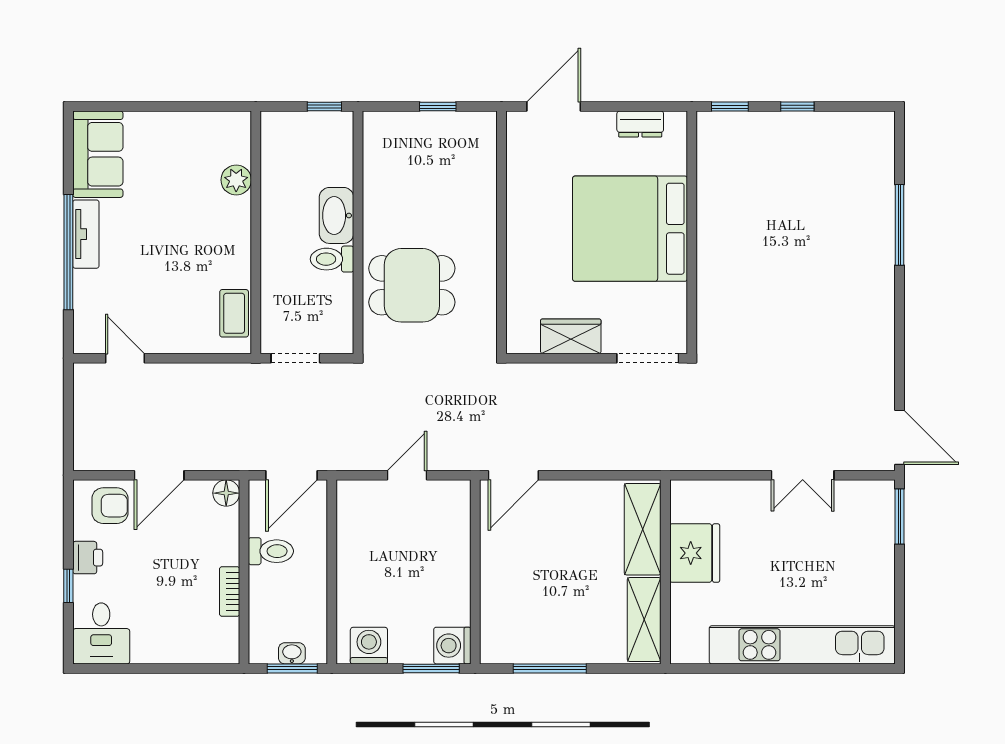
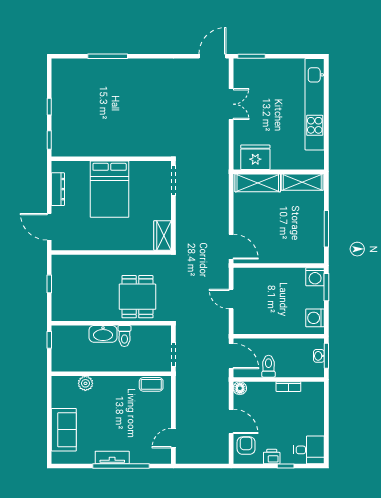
dresser: (640, 124) -> (58, 189), width x1.44
sofa: (98, 154) -> (64, 430), moved, turned 90
bed: (630, 229) -> (110, 189), width x0.73
wardrobe: (571, 336) -> (163, 235), moved
fridge: (695, 553) -> (255, 157), moved

